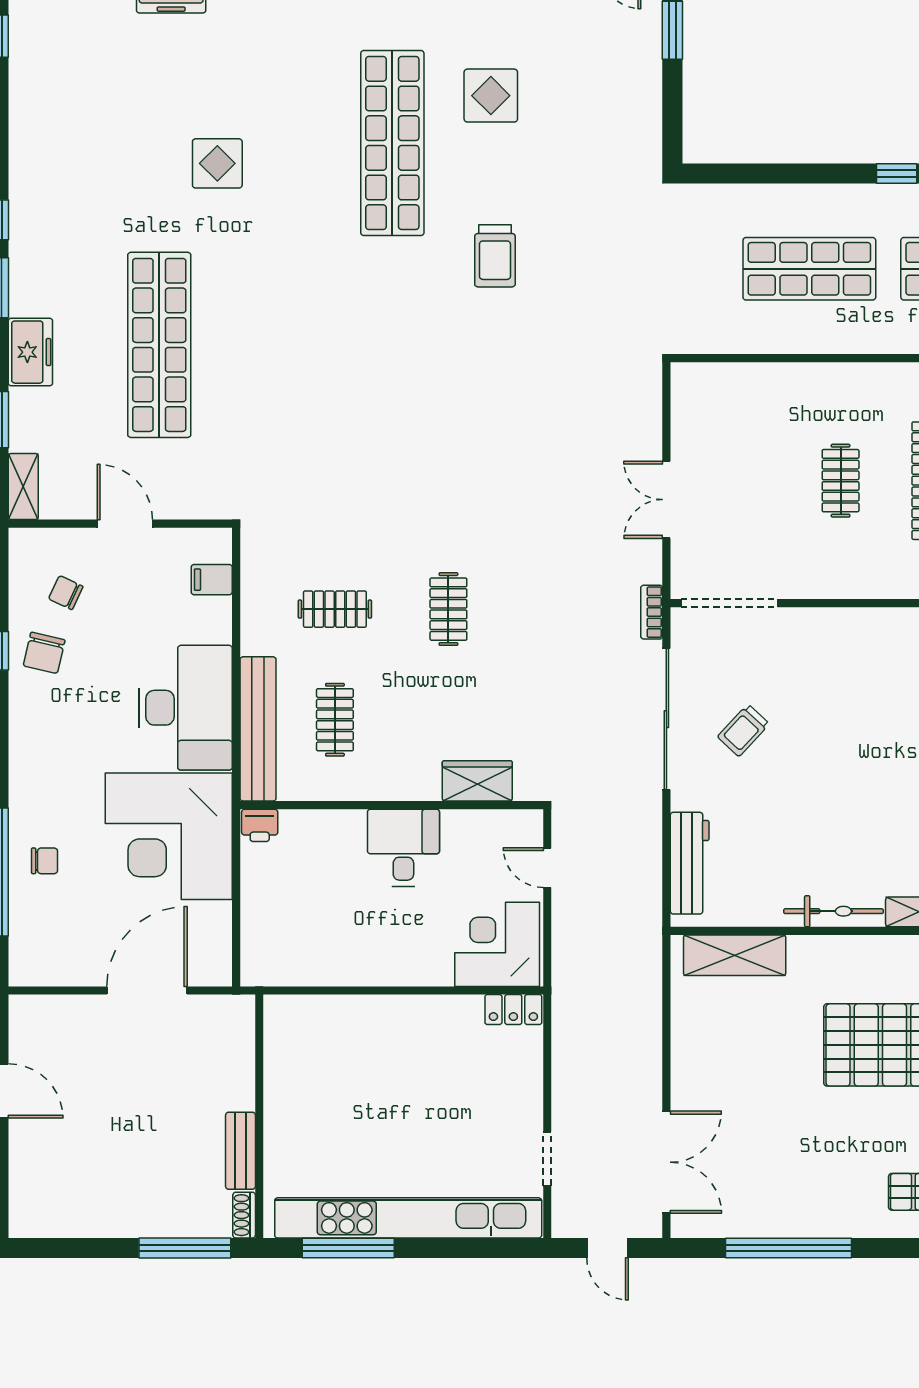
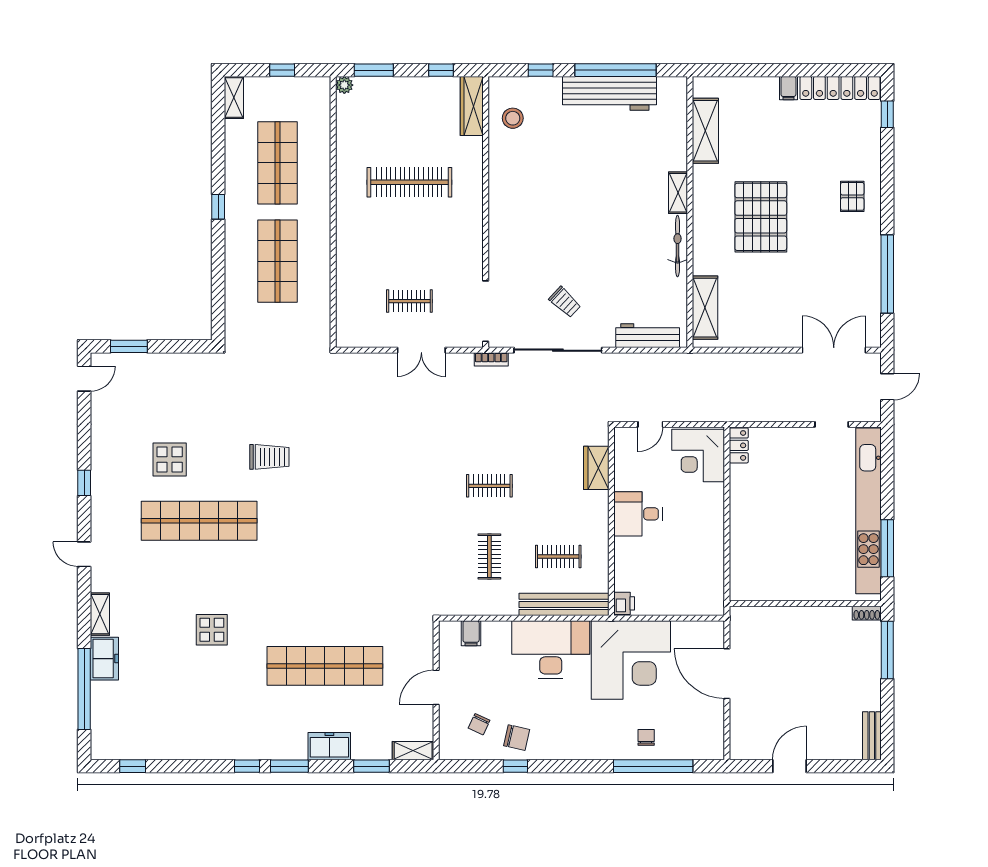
clothes rail: (841, 481) -> (409, 301), moved
bench: (241, 1151) -> (872, 736), moved, turned 90

